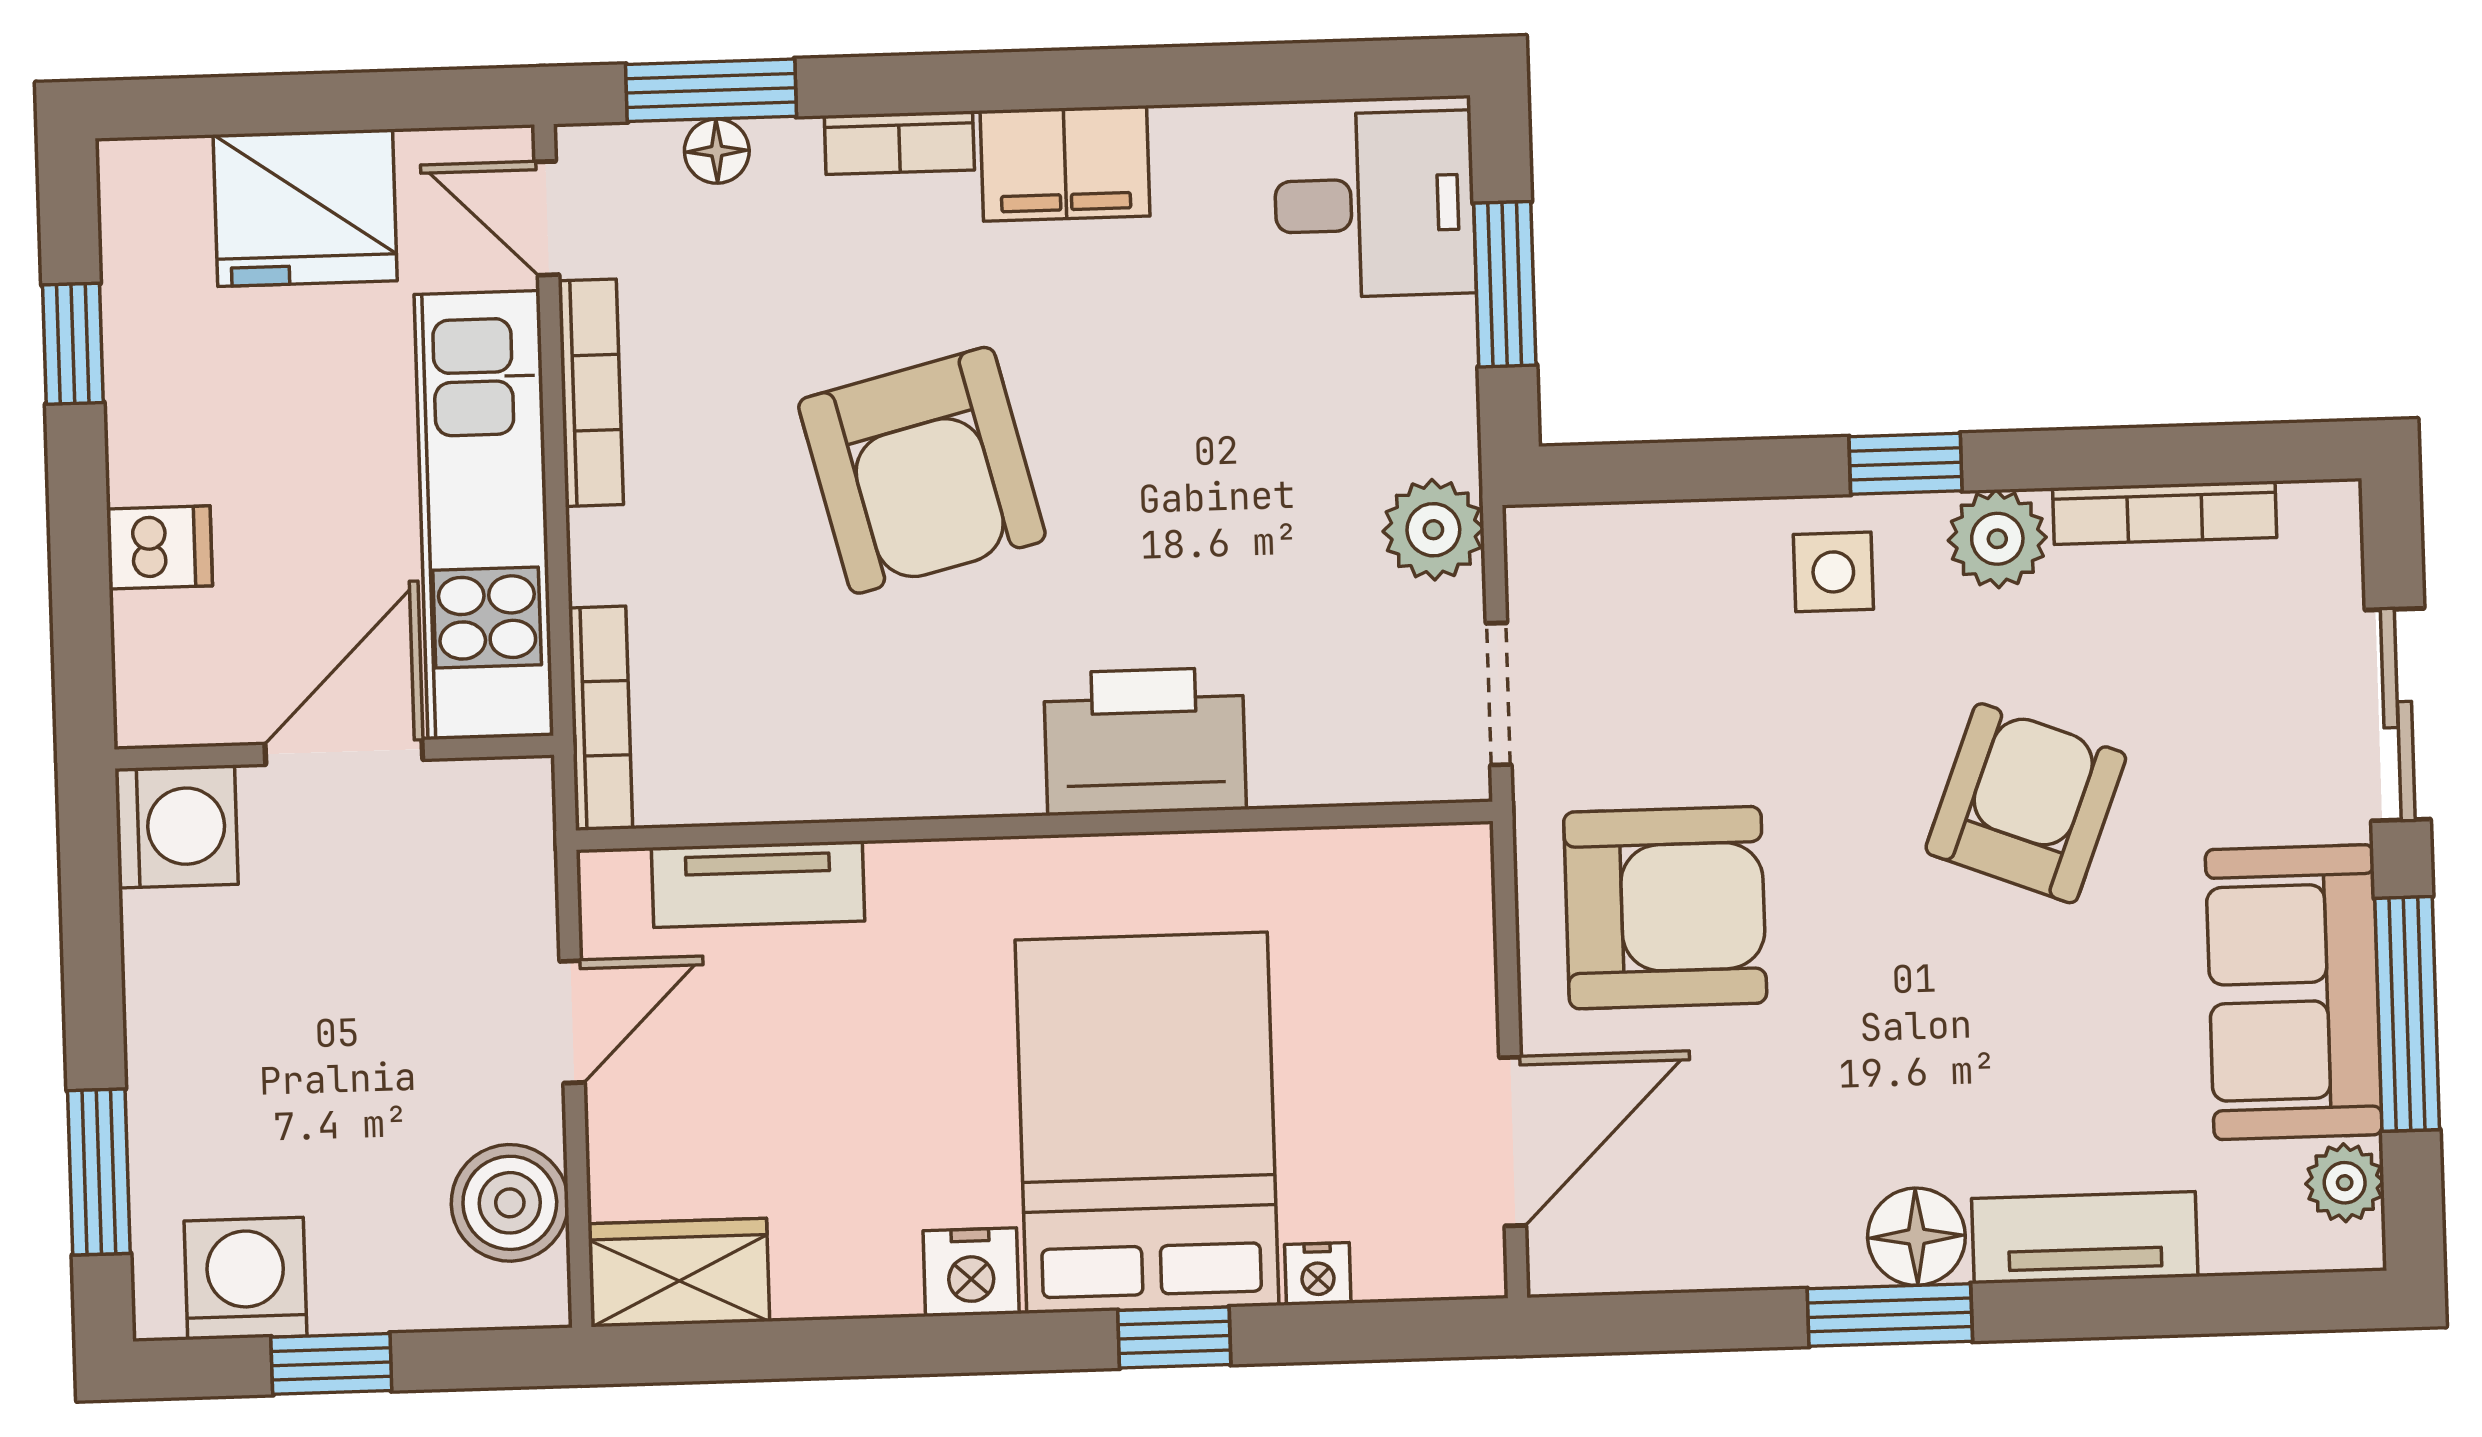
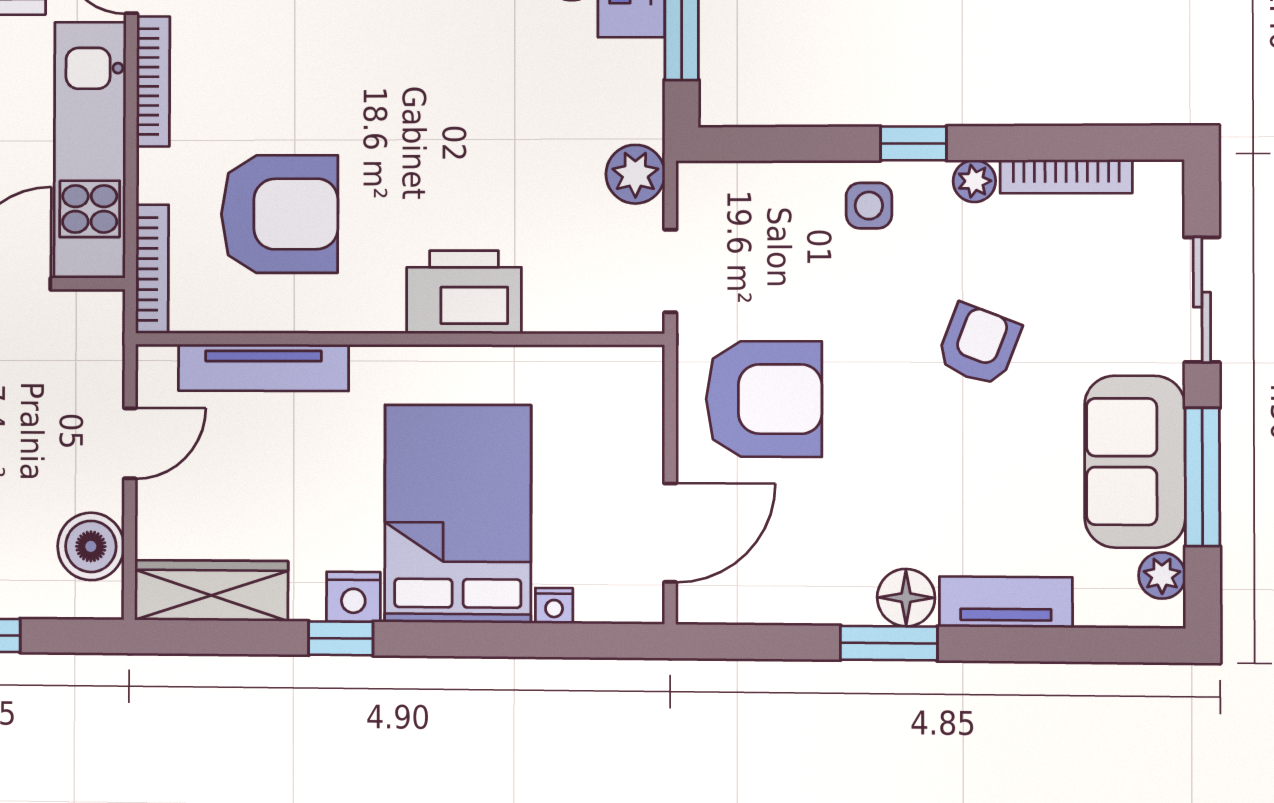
armchair: (922, 470) -> (280, 214), moved, turned -76
plant: (1997, 539) -> (974, 181), width x0.73, depth x0.73
armchair: (2026, 803) -> (979, 345), width x0.72, depth x0.72
tv unit: (758, 884) -> (263, 368), width x1.41
wardrobe: (679, 1273) -> (211, 591), width x1.50
window: (1174, 1337) -> (341, 638), moved

